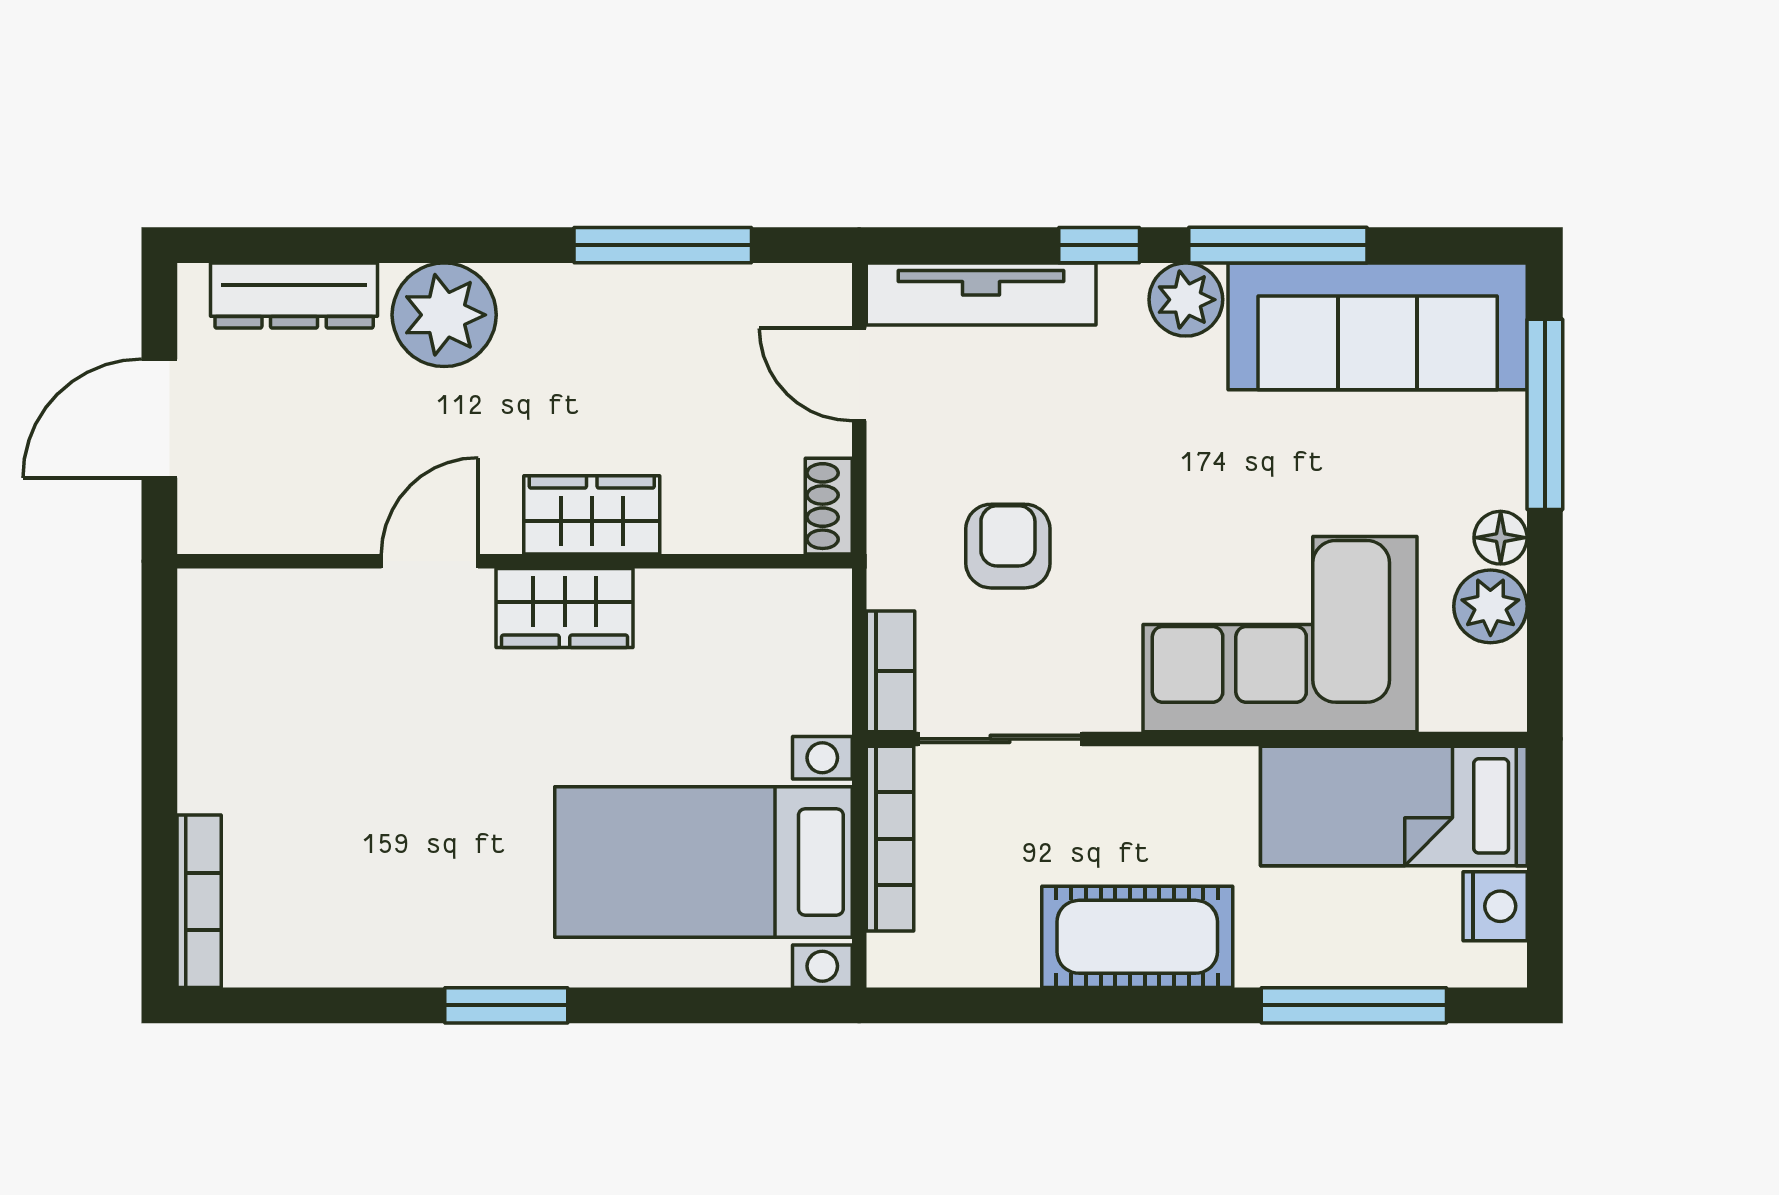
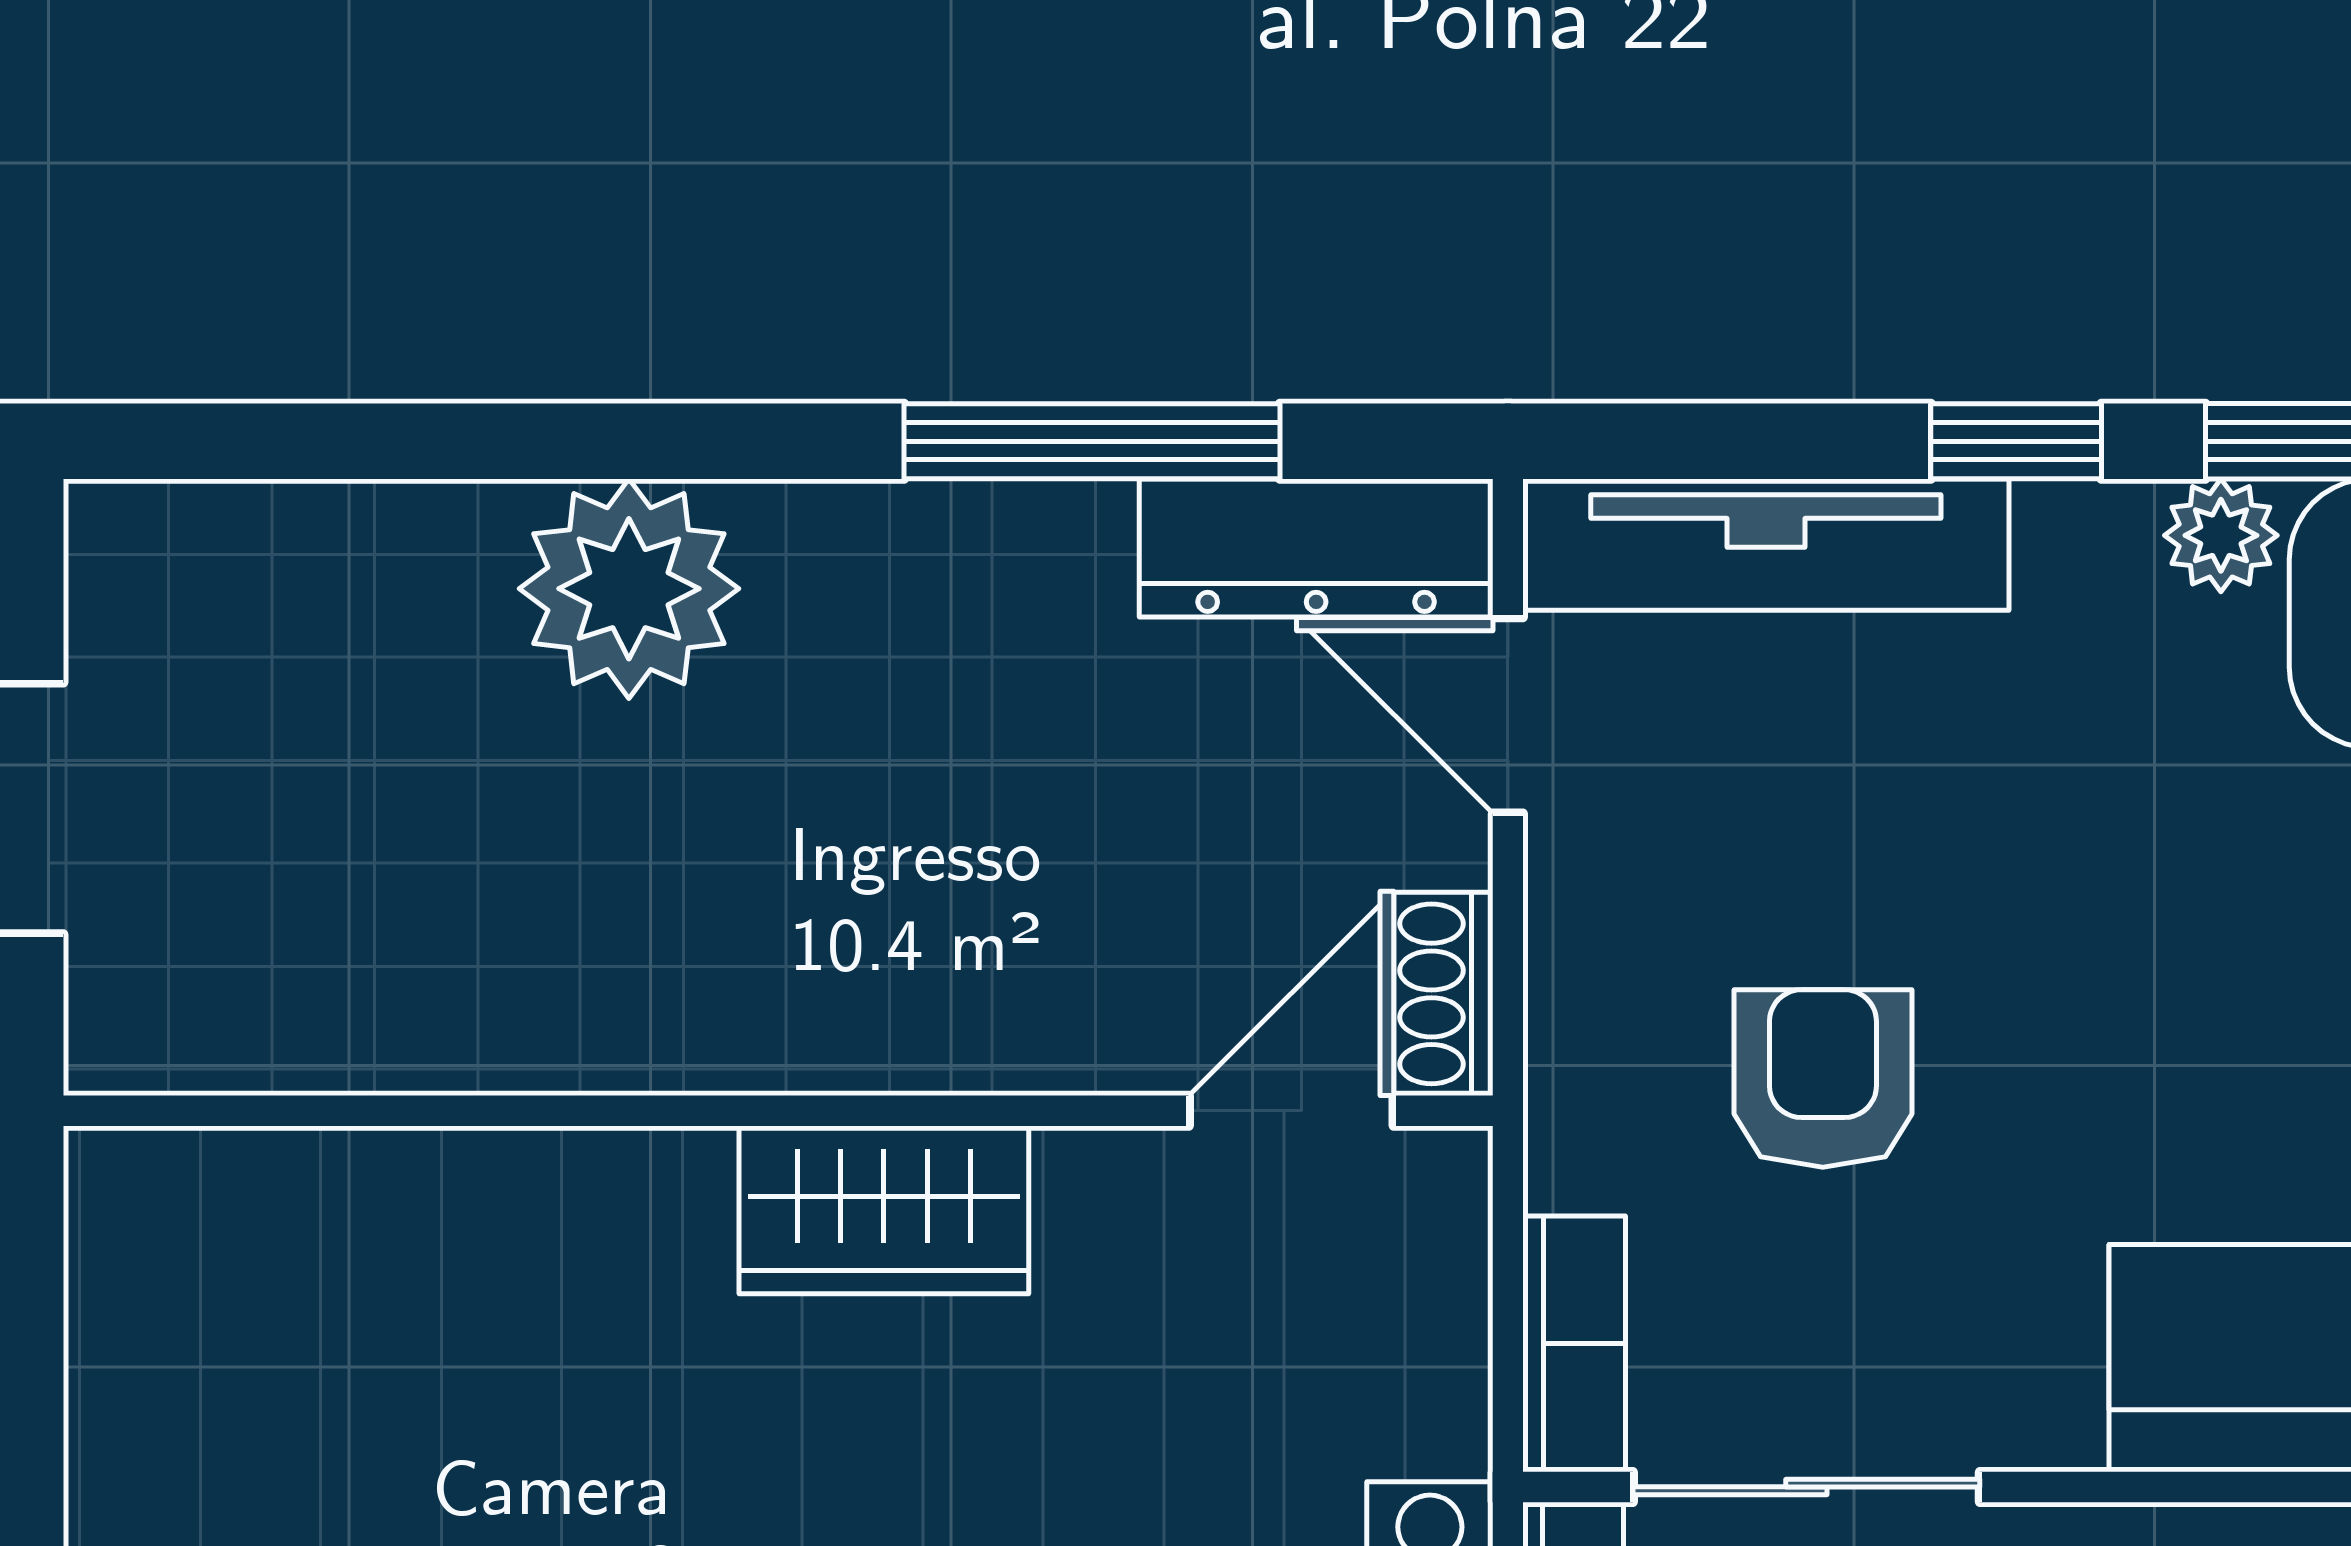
dresser: (294, 296) -> (1316, 548), moved
plant: (1186, 300) -> (2221, 535), width x0.73, depth x0.73
wardrobe: (592, 515) -> (942, 1012), removed
door: (430, 561) -> (1291, 1111), moved

